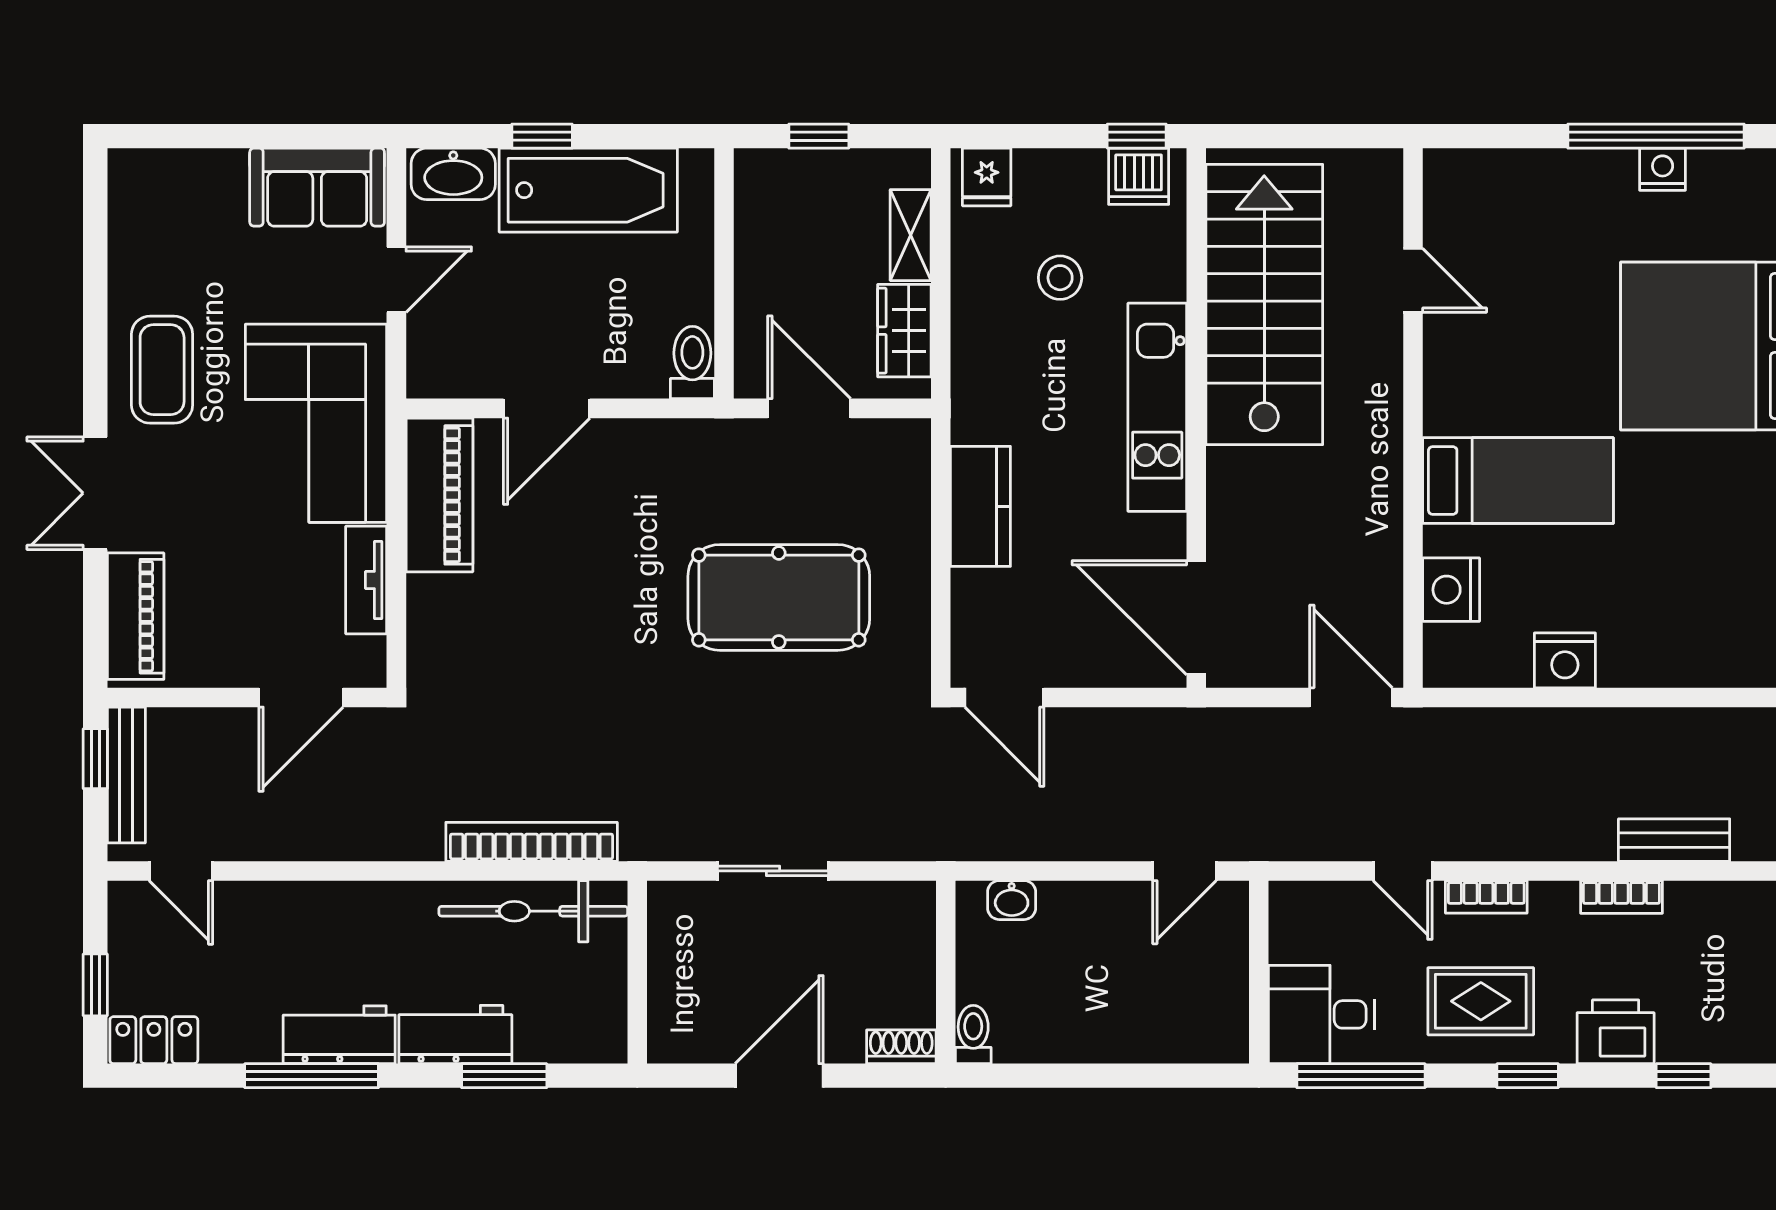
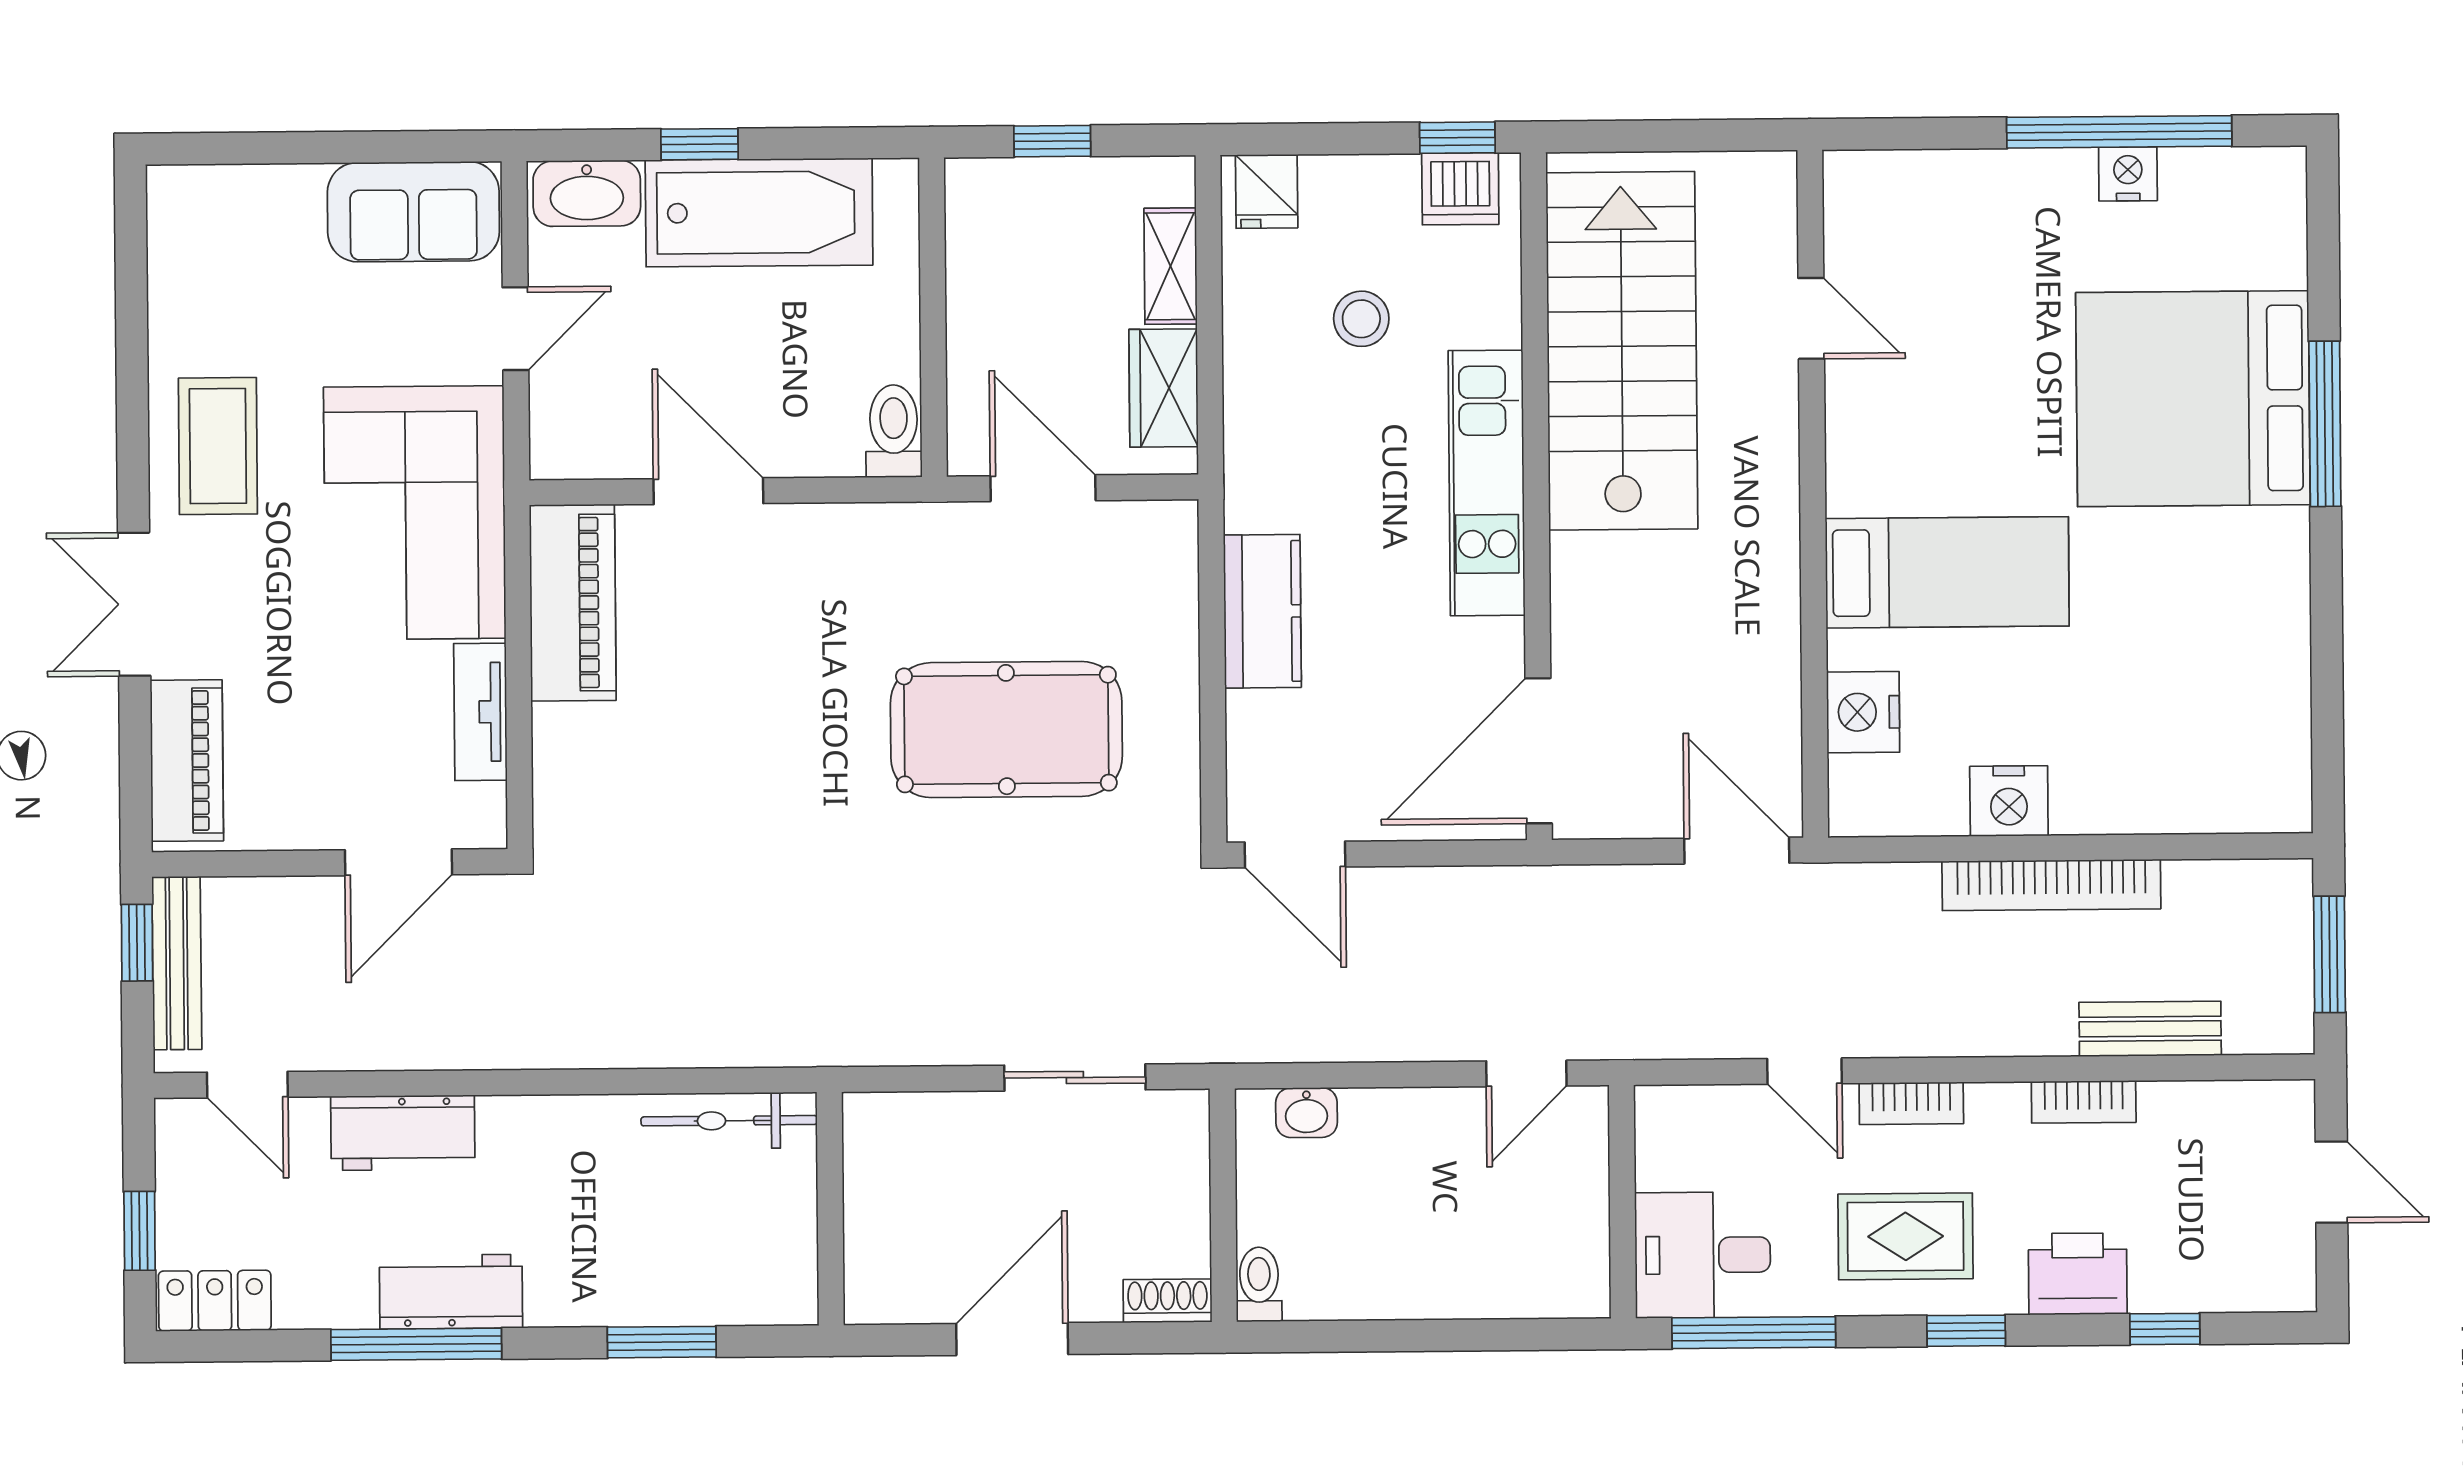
door: (547, 408) -> (708, 491), swing flipped
door: (1196, 618) -> (1539, 751), hinge flipped
bookcase: (532, 842) -> (2051, 885), moved, turned 180
sliding door: (773, 871) -> (1075, 1077), moved
bicycle: (533, 911) -> (729, 1121), width x0.73, depth x0.71
workbench: (455, 1034) -> (403, 1133), moved, turned 180

